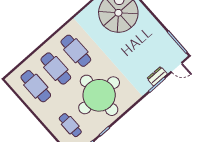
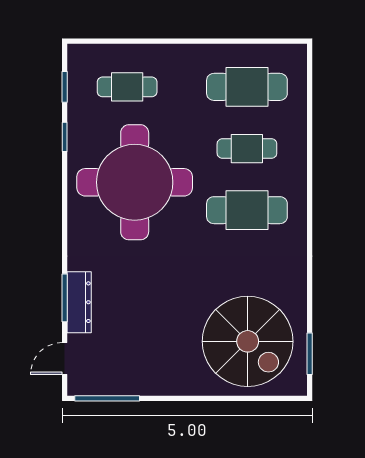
cafe table: (56, 68) -> (247, 149), width x0.73, depth x0.74
dresser: (157, 76) -> (79, 302), width x1.44

